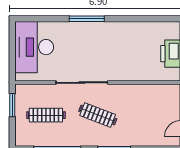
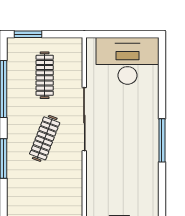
window: (87, 19) -> (162, 140), moved
window: (12, 105) -> (28, 34), moved

